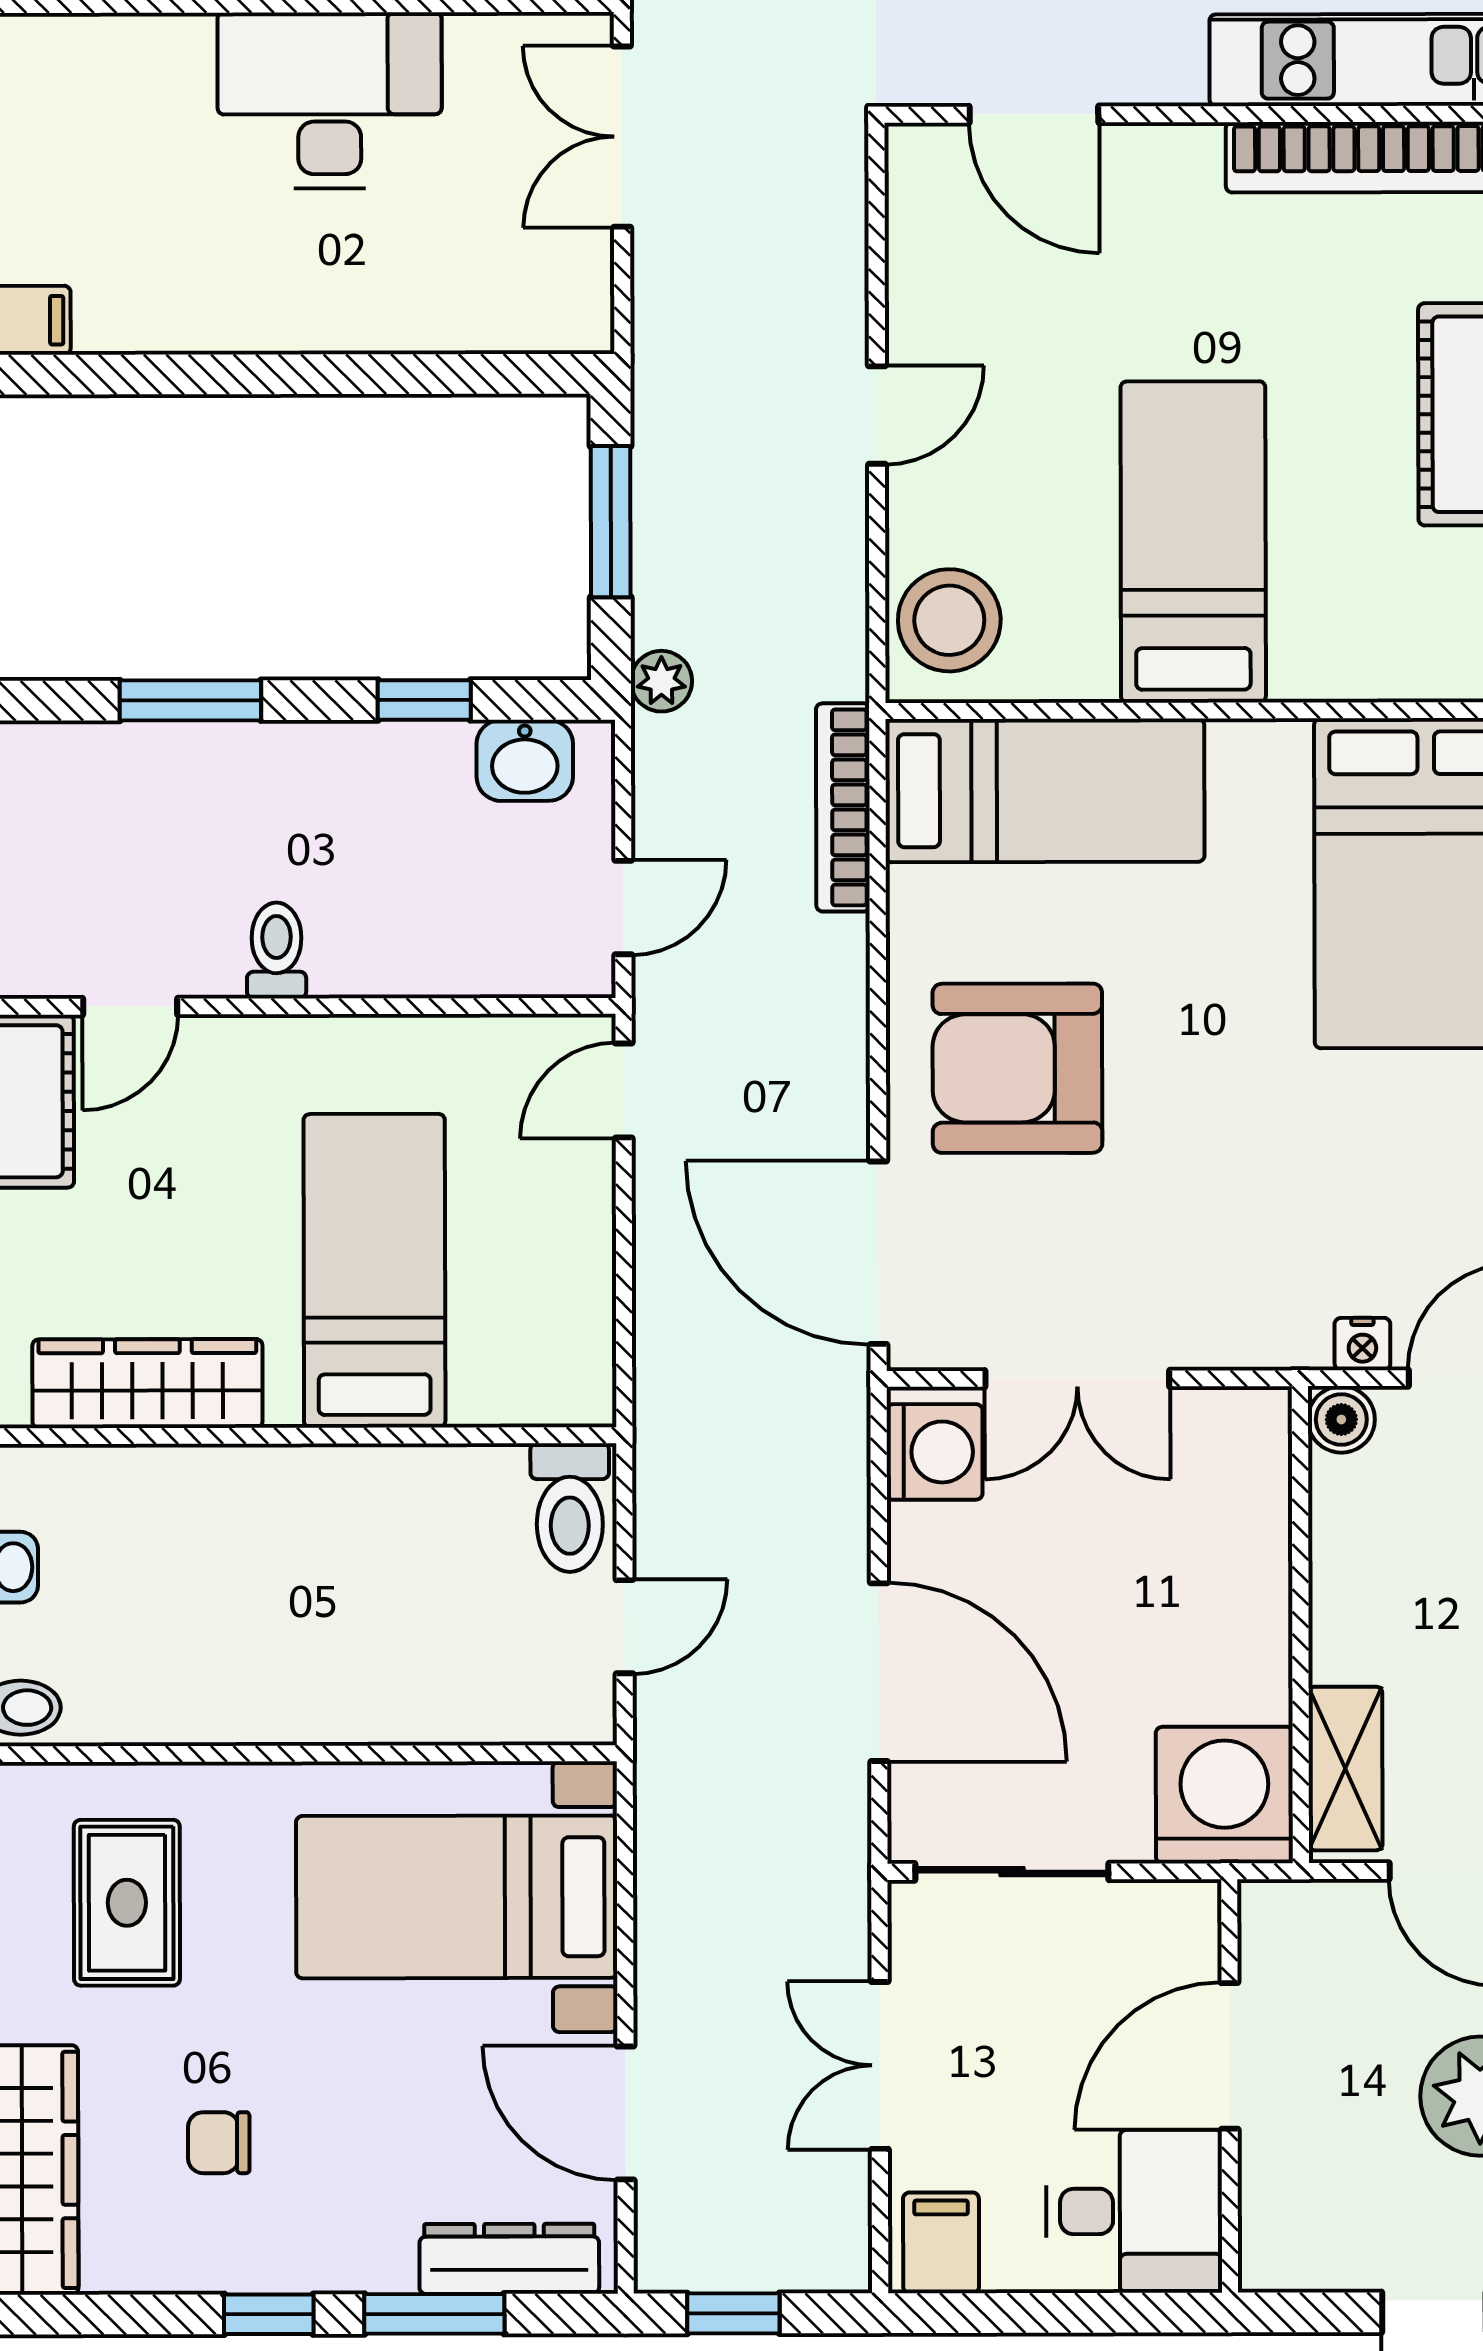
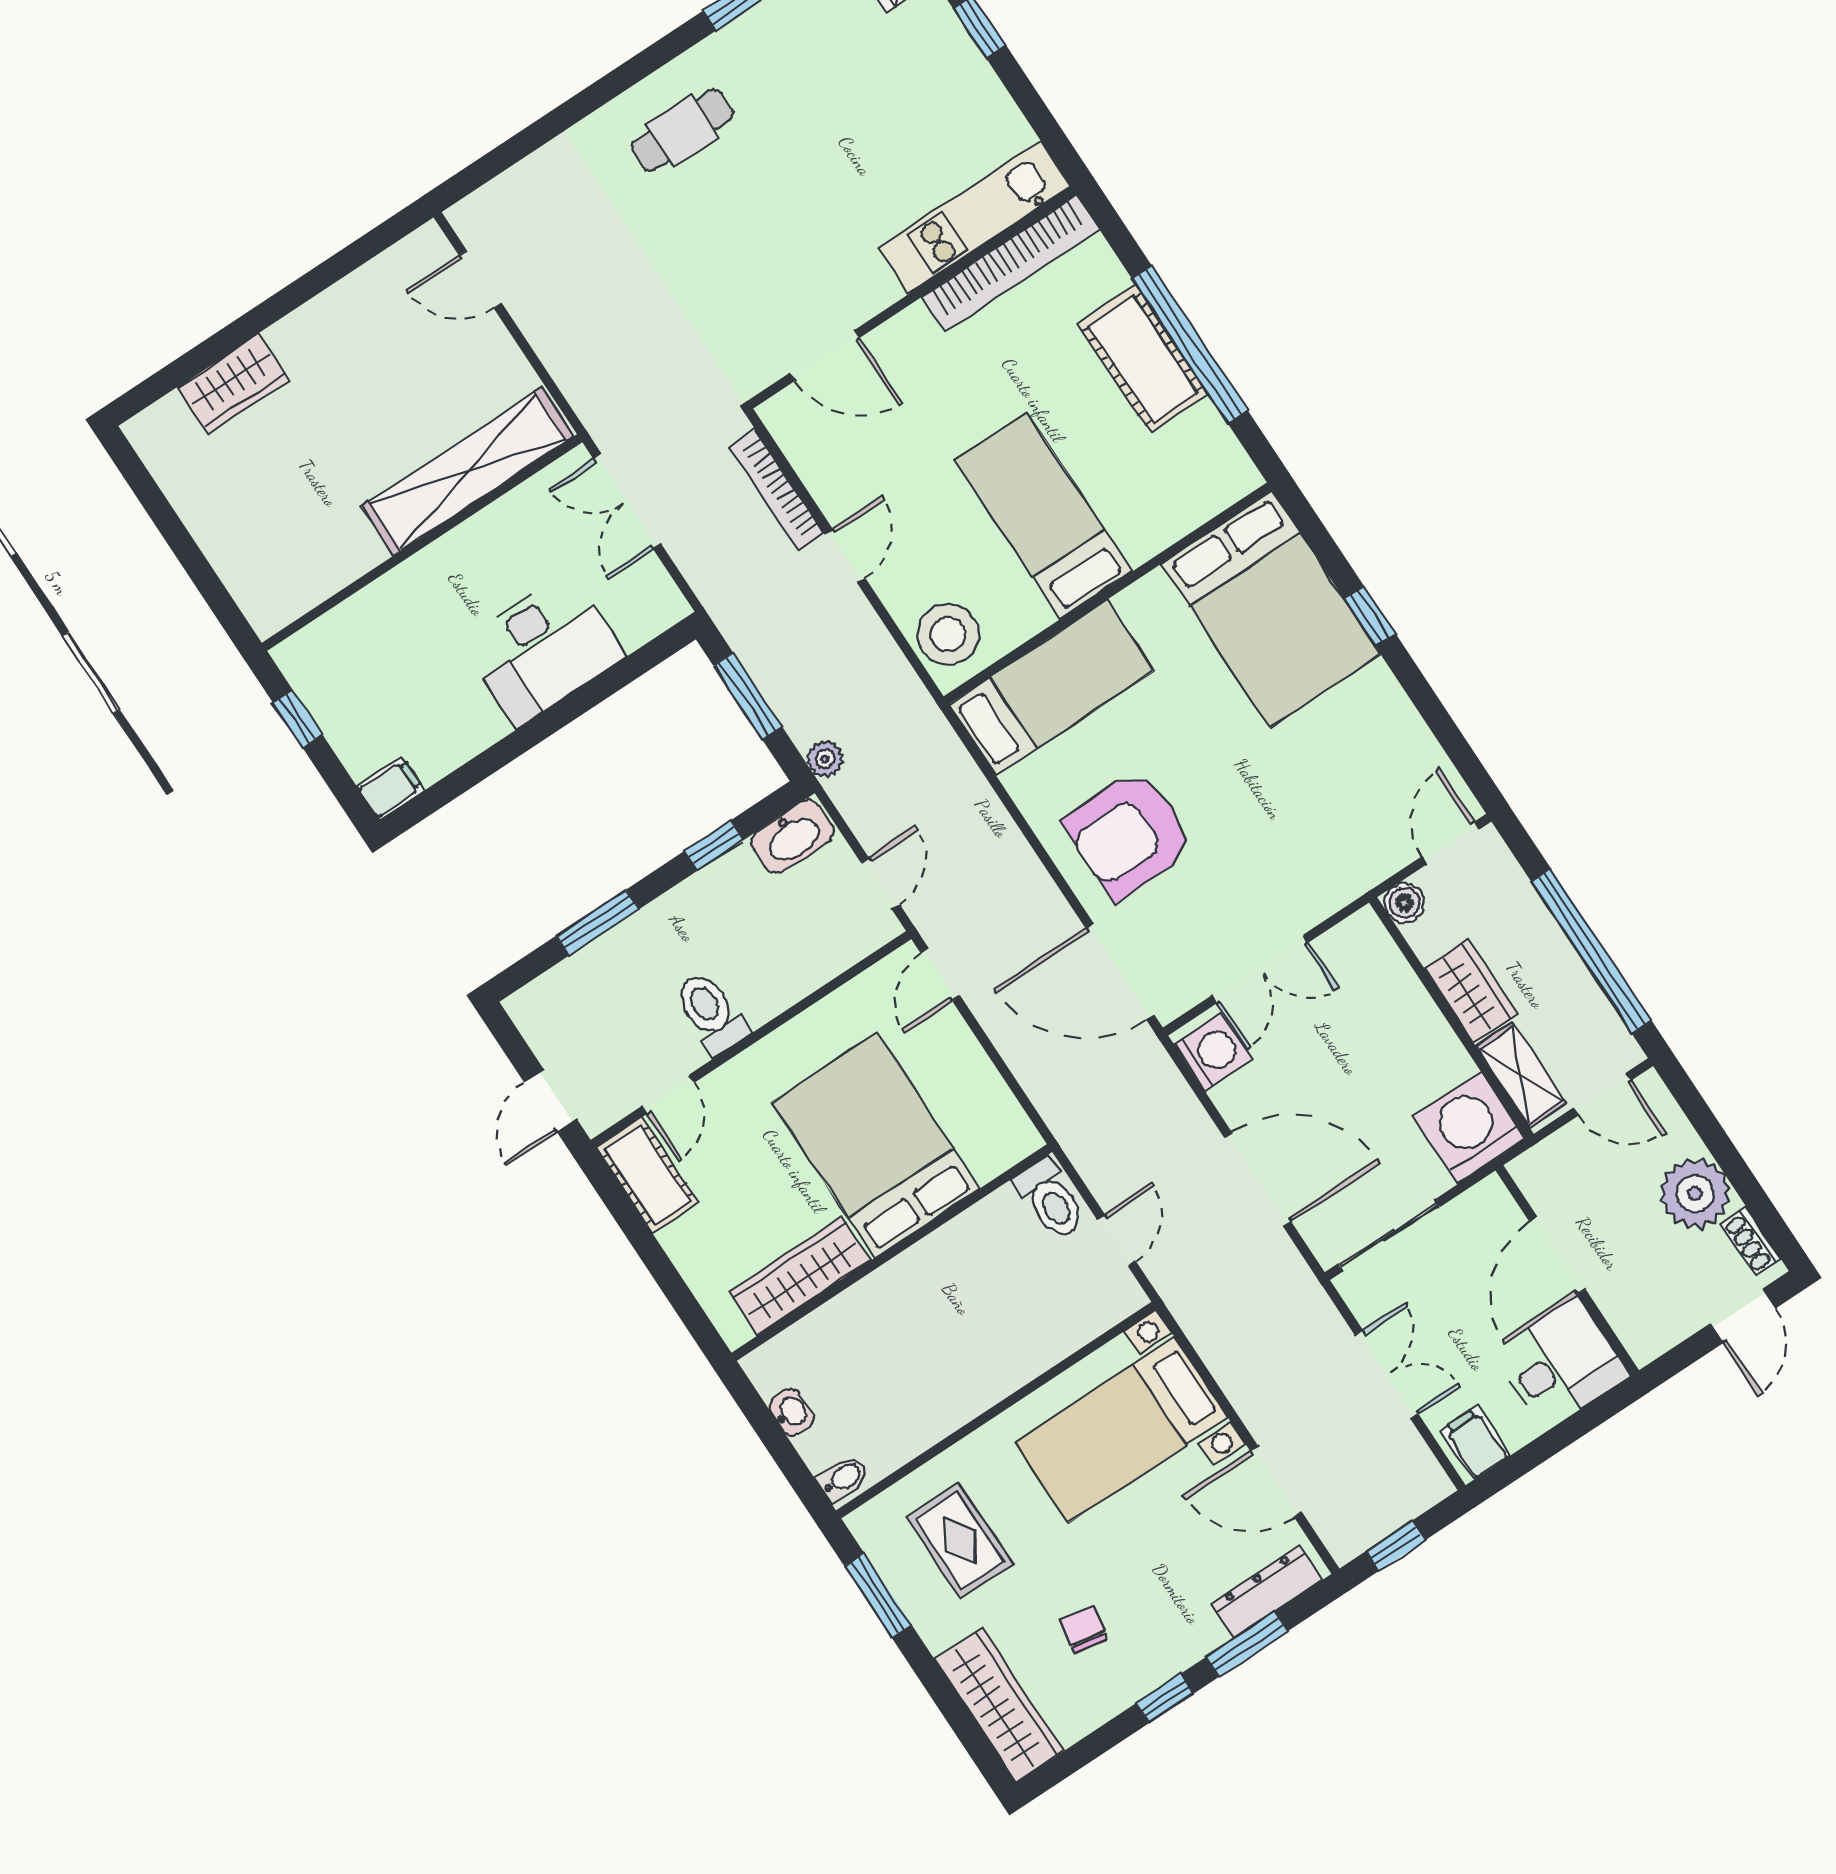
desk: (330, 100) -> (543, 649), moved, turned 180
washbasin: (525, 760) -> (792, 837), width x1.38
bookcase: (843, 807) -> (777, 490), moved
toilet: (277, 950) -> (711, 1013), width x1.37, depth x1.39
bed: (374, 1271) -> (876, 1146), width x1.50
nightstand: (1362, 1344) -> (1390, 858), removed
wardrobe: (1352, 1605) -> (1471, 991), added
double door: (880, 2065) -> (1387, 1375), swing flipped
chair: (219, 2143) -> (1084, 1630), turned 101

